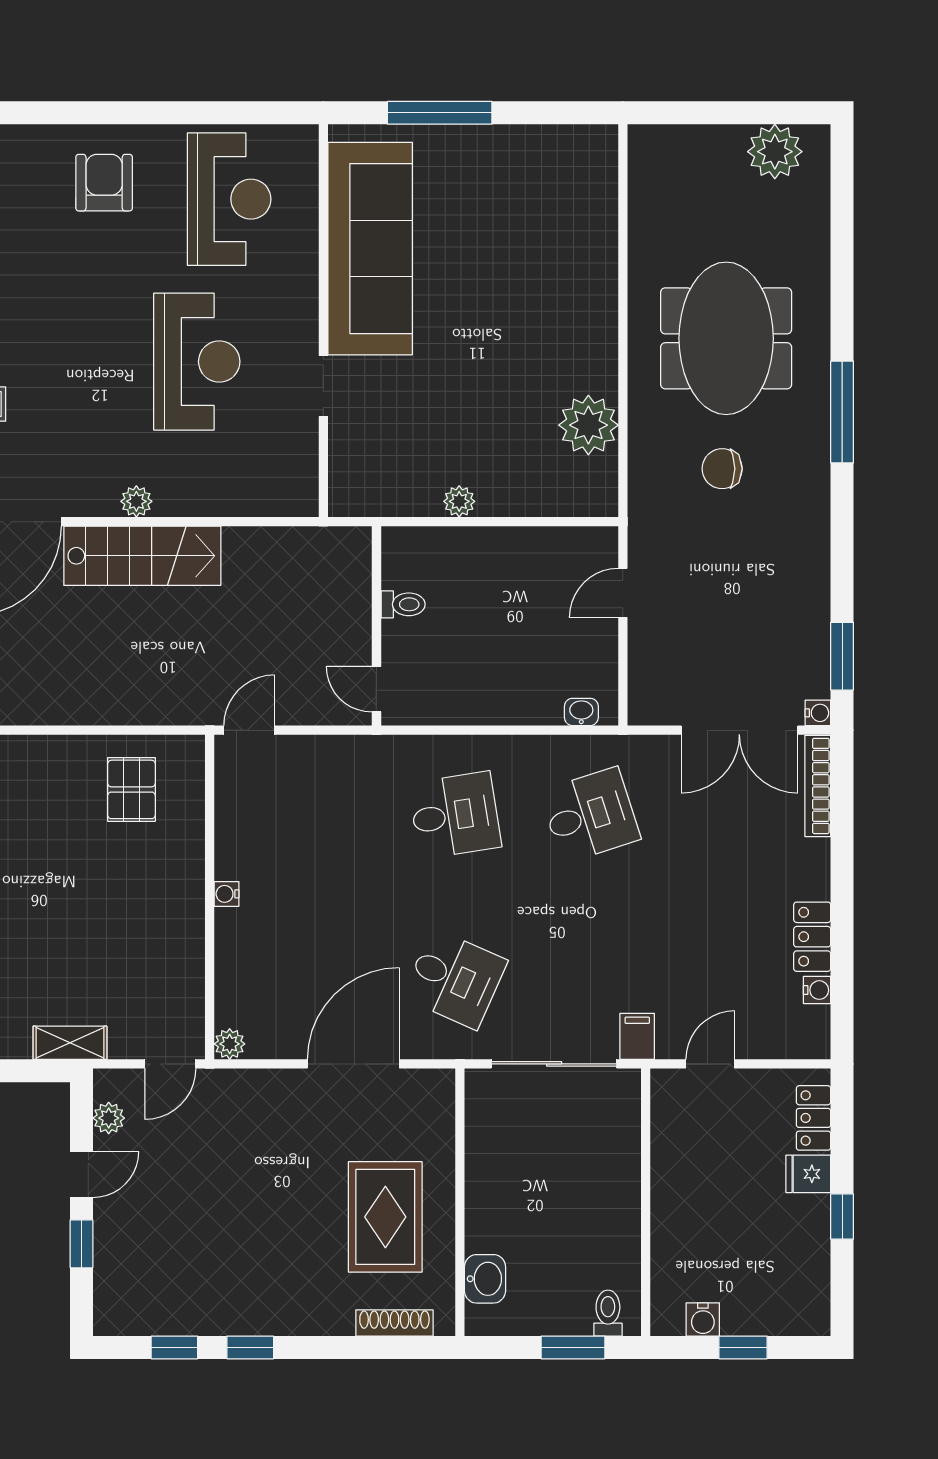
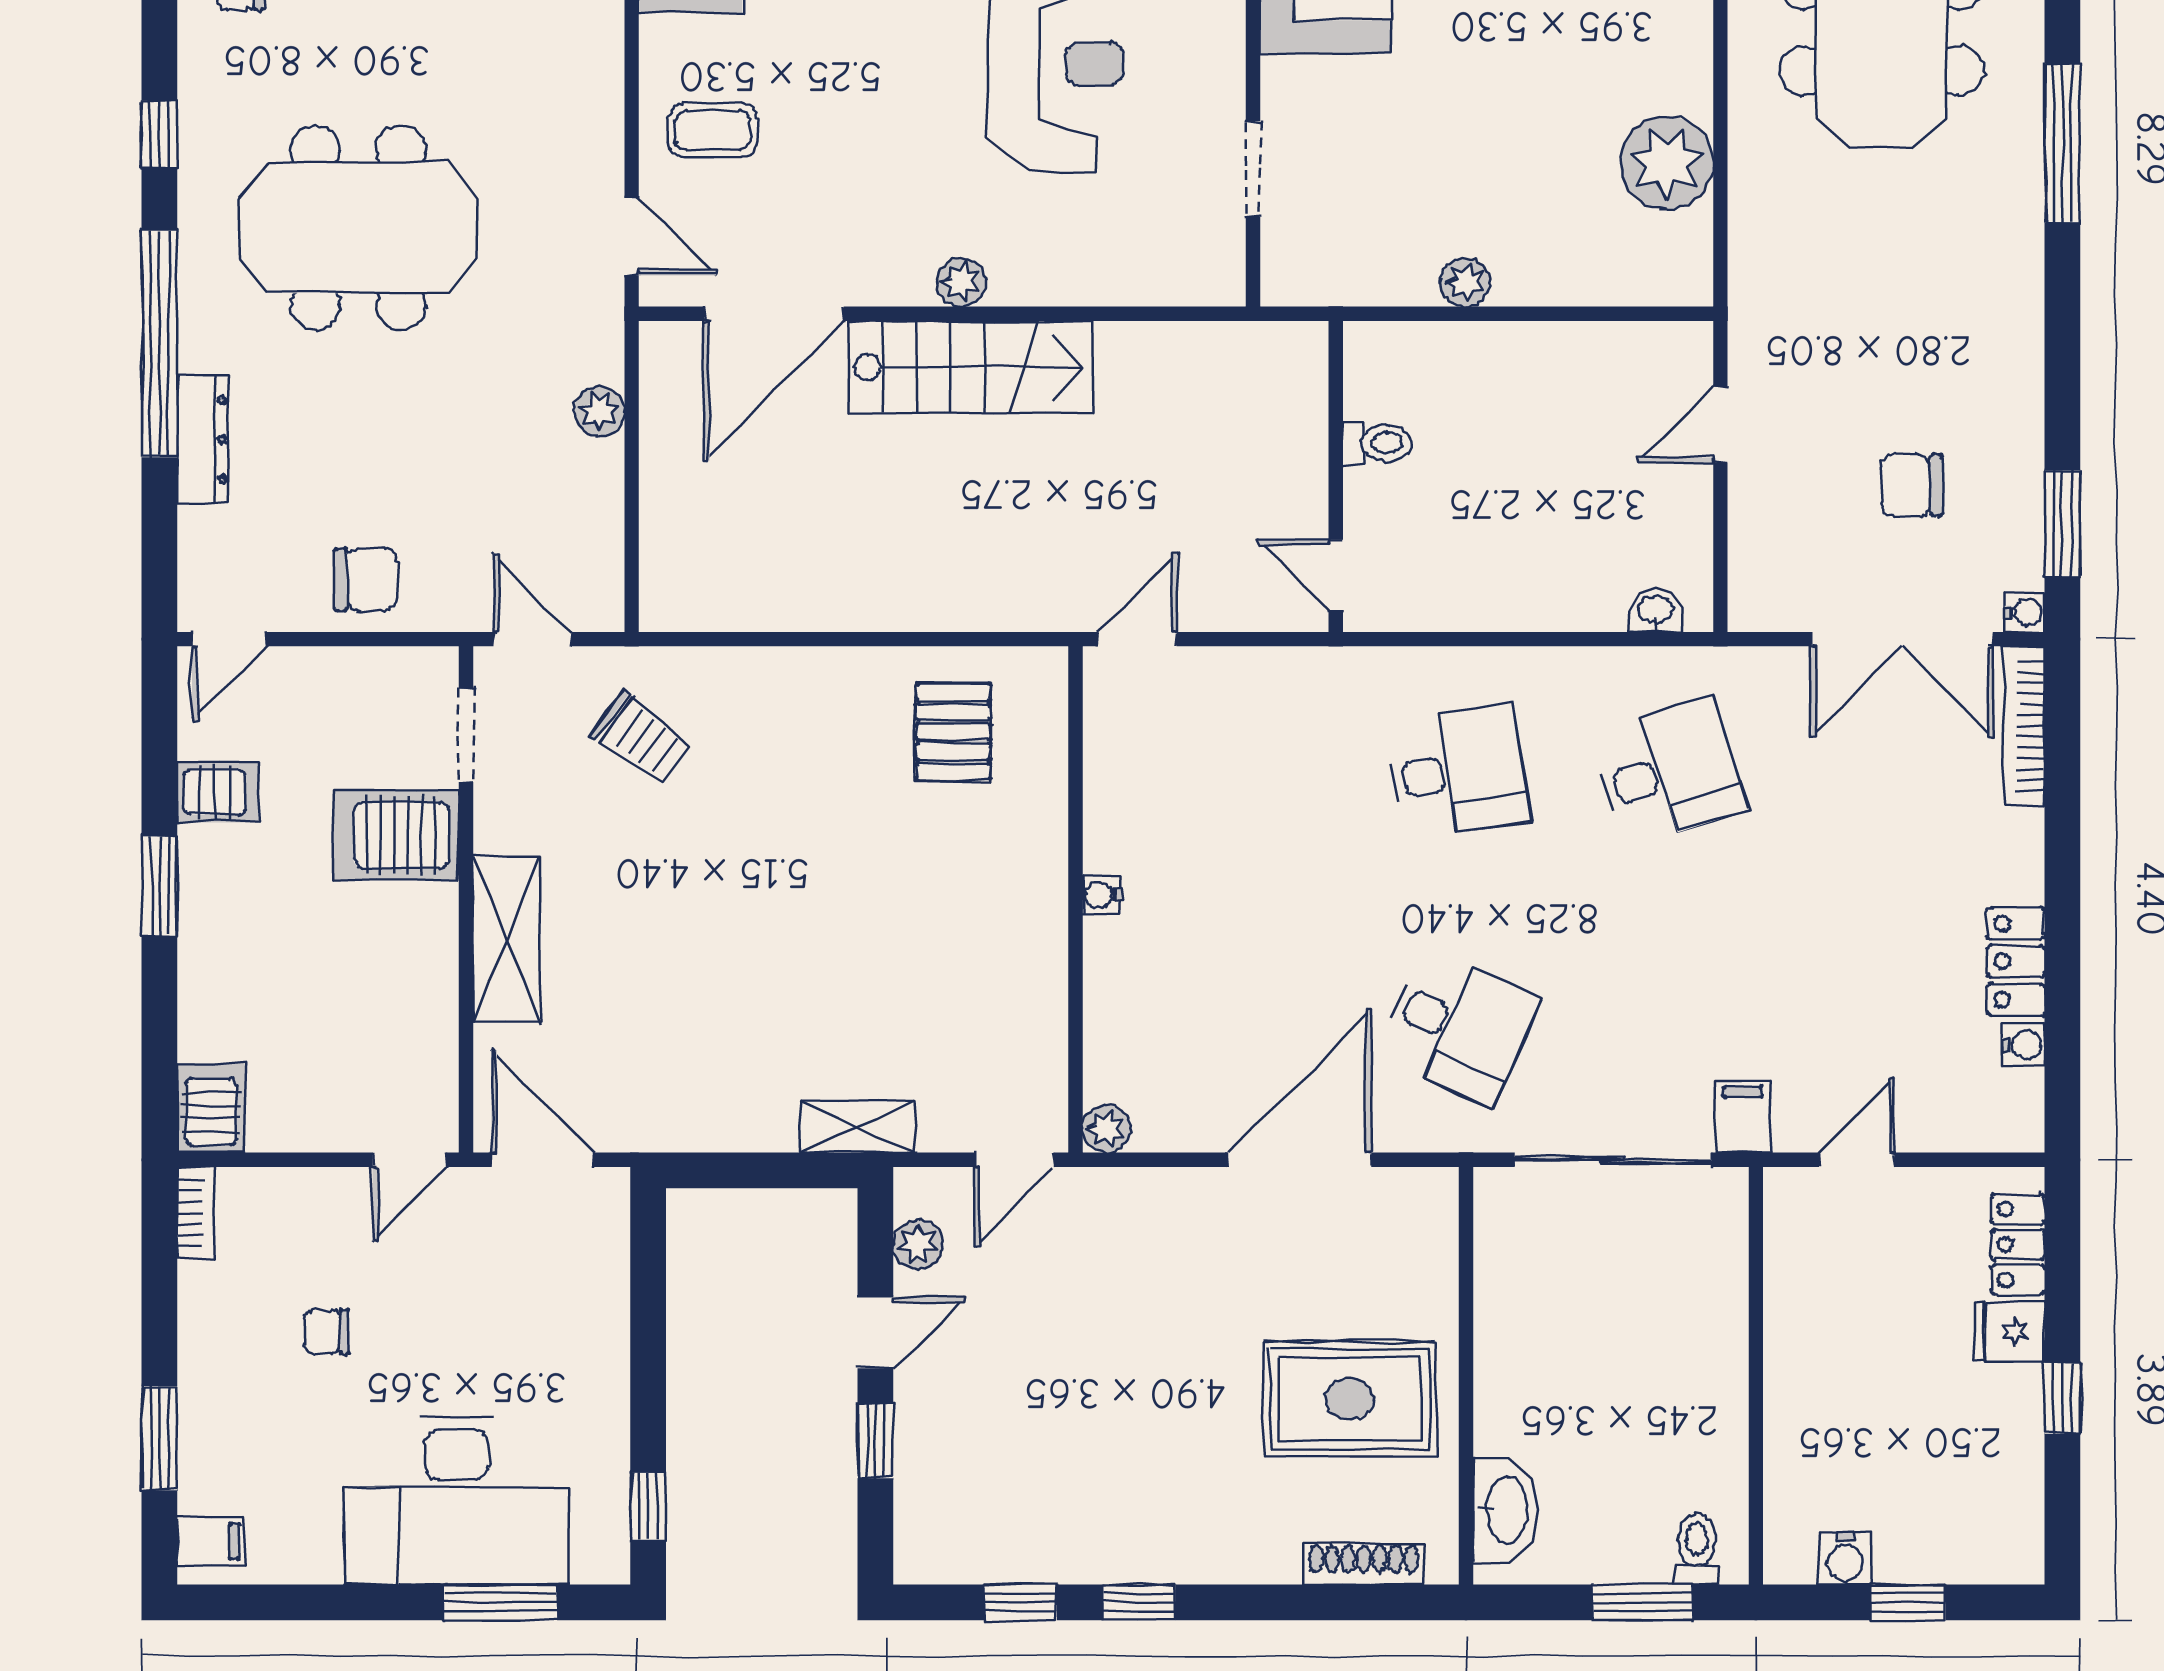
doorway: (323, 386) -> (1253, 169), moved
chair: (722, 469) -> (1912, 485), moved
rug: (385, 1217) -> (1350, 1399), turned 90
washbasin: (485, 1279) -> (1505, 1510), width x1.38

